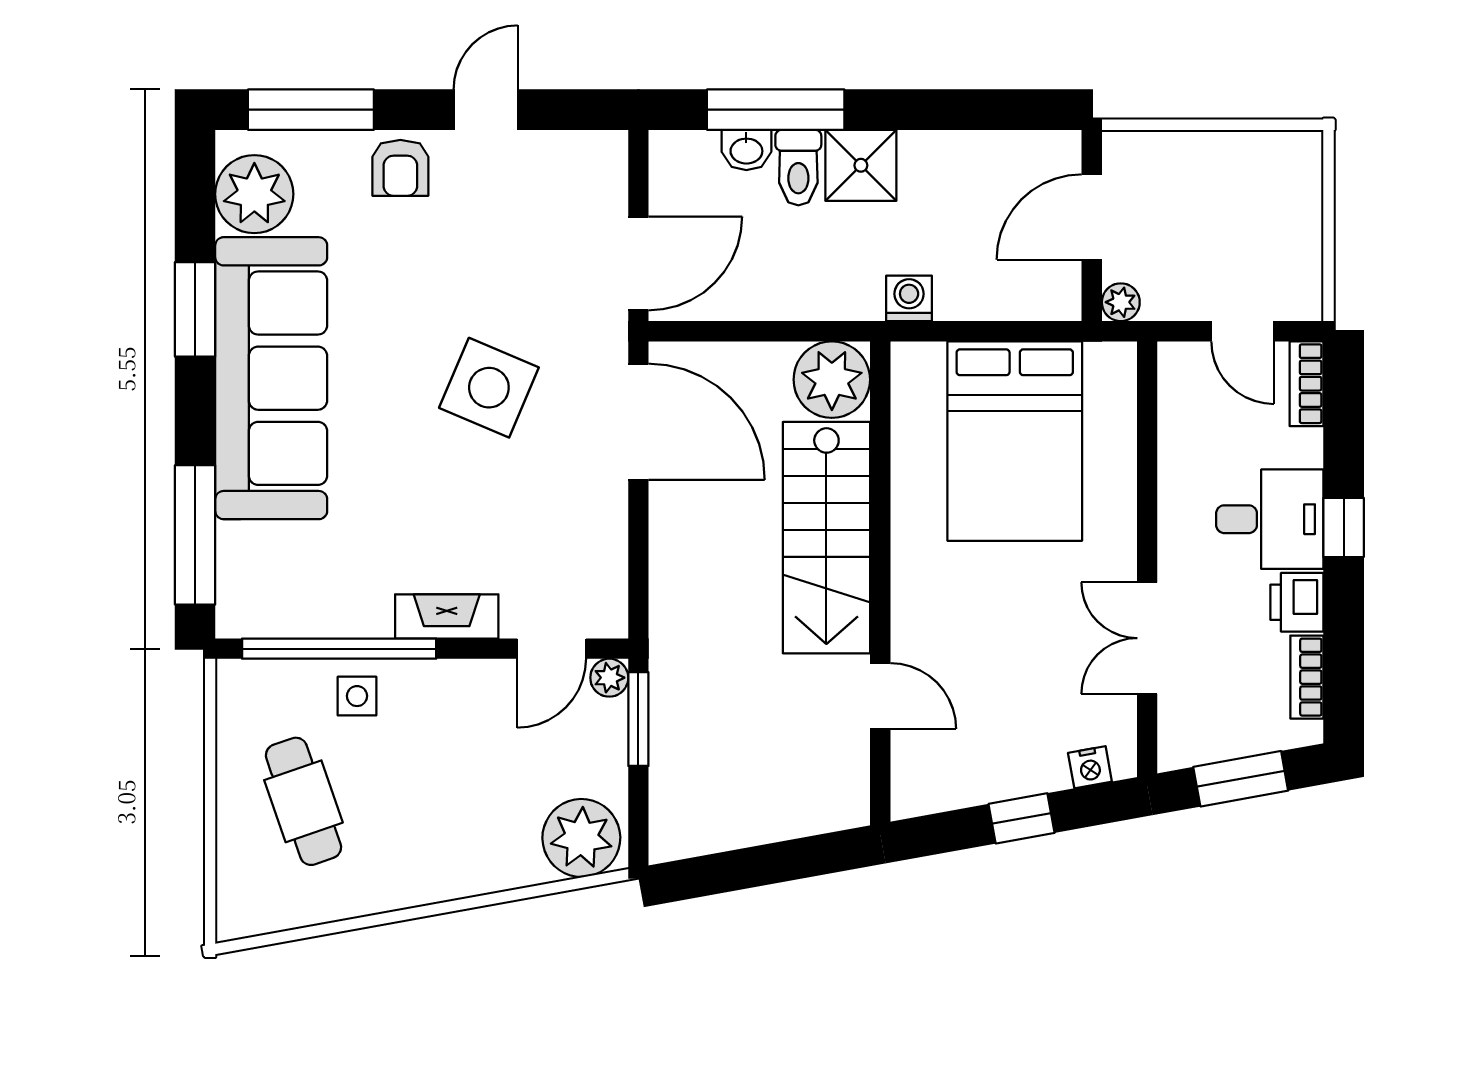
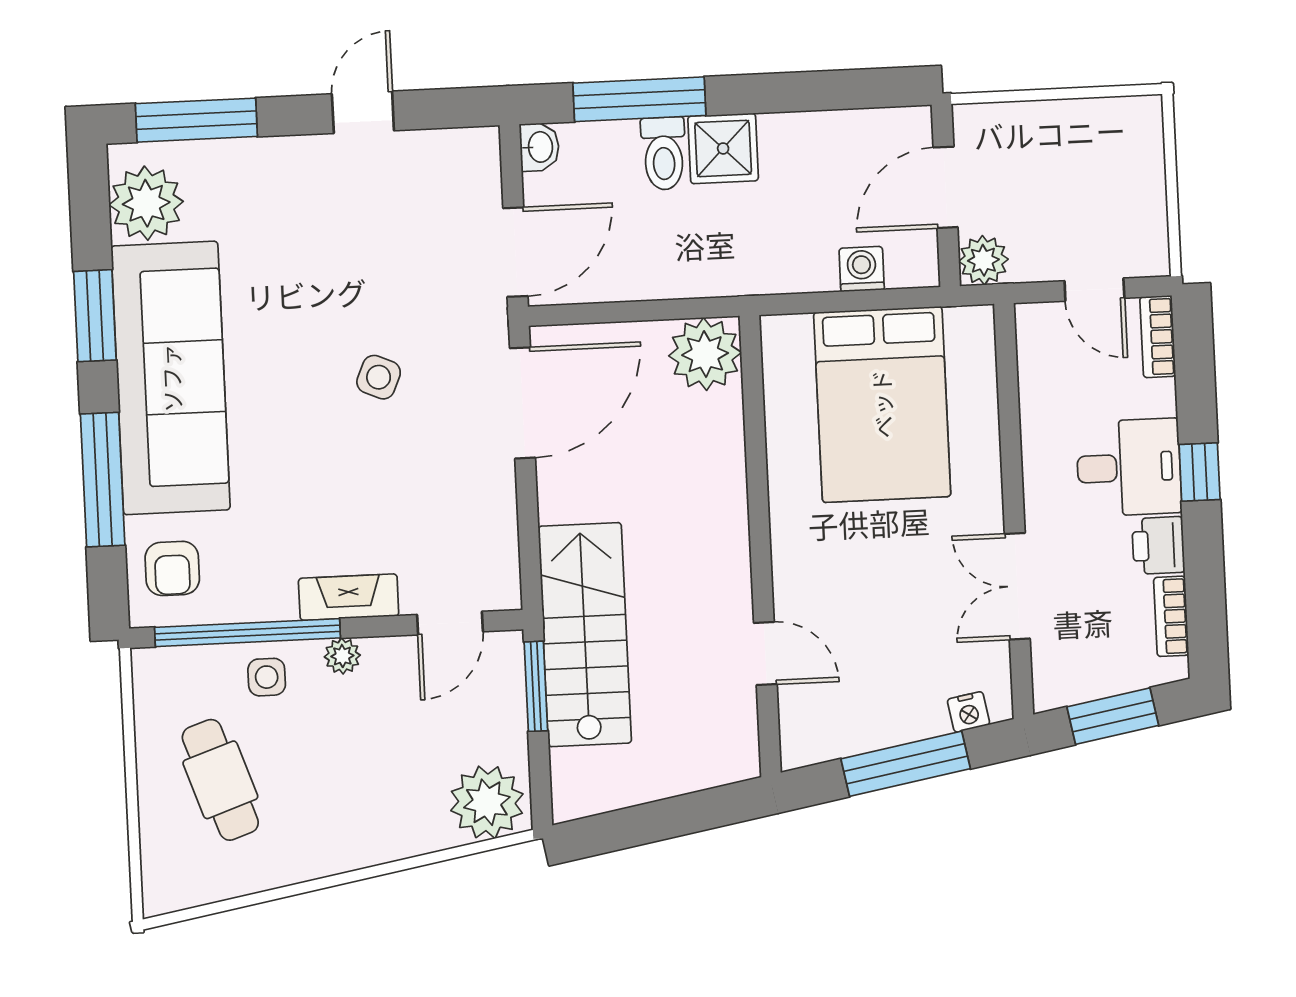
washbasin: (746, 150) -> (539, 147), moved, turned -90
armchair: (400, 168) -> (172, 568), moved
washing machine: (909, 298) -> (862, 269), moved
plant: (1121, 302) -> (983, 260), width x1.38, depth x1.38
side table: (489, 388) -> (379, 377), width x0.54, depth x0.54
door: (638, 422) -> (523, 403), hinge flipped
window: (195, 535) -> (103, 480), moved
stairs: (826, 538) -> (585, 635), moved, turned 180
plant: (609, 678) -> (342, 656), moved
window: (1022, 818) -> (906, 764), width x2.17

